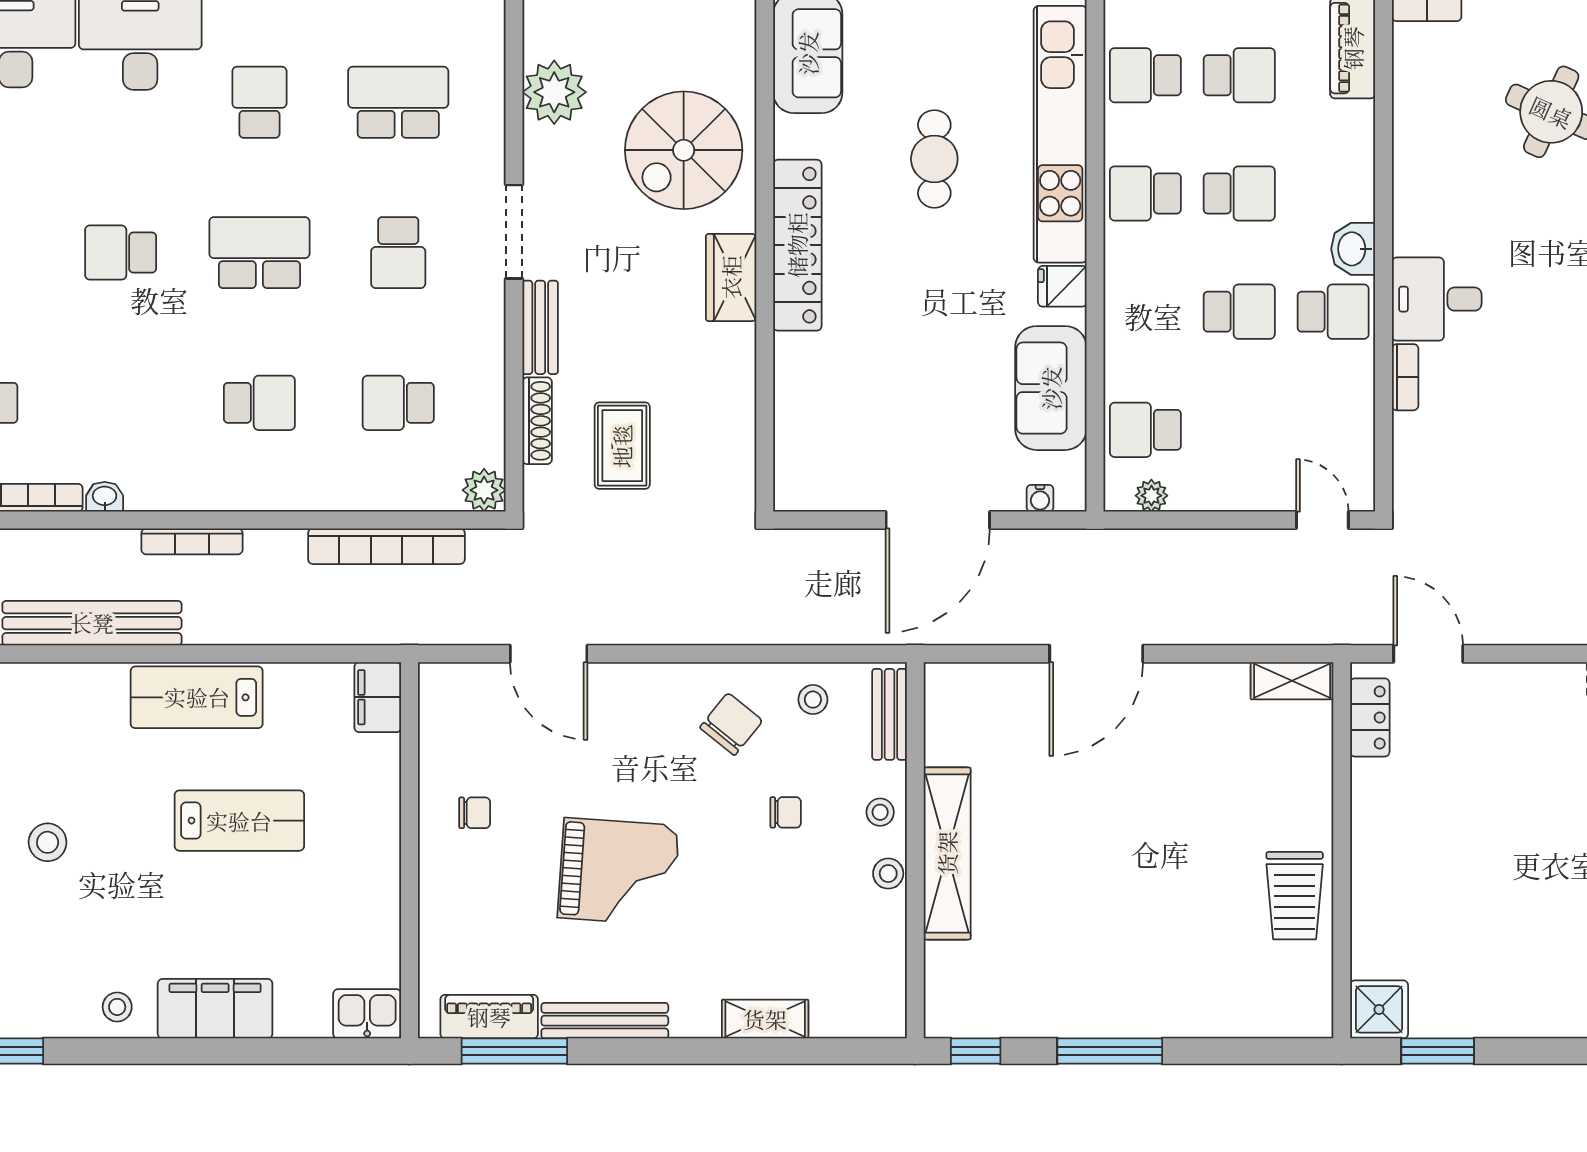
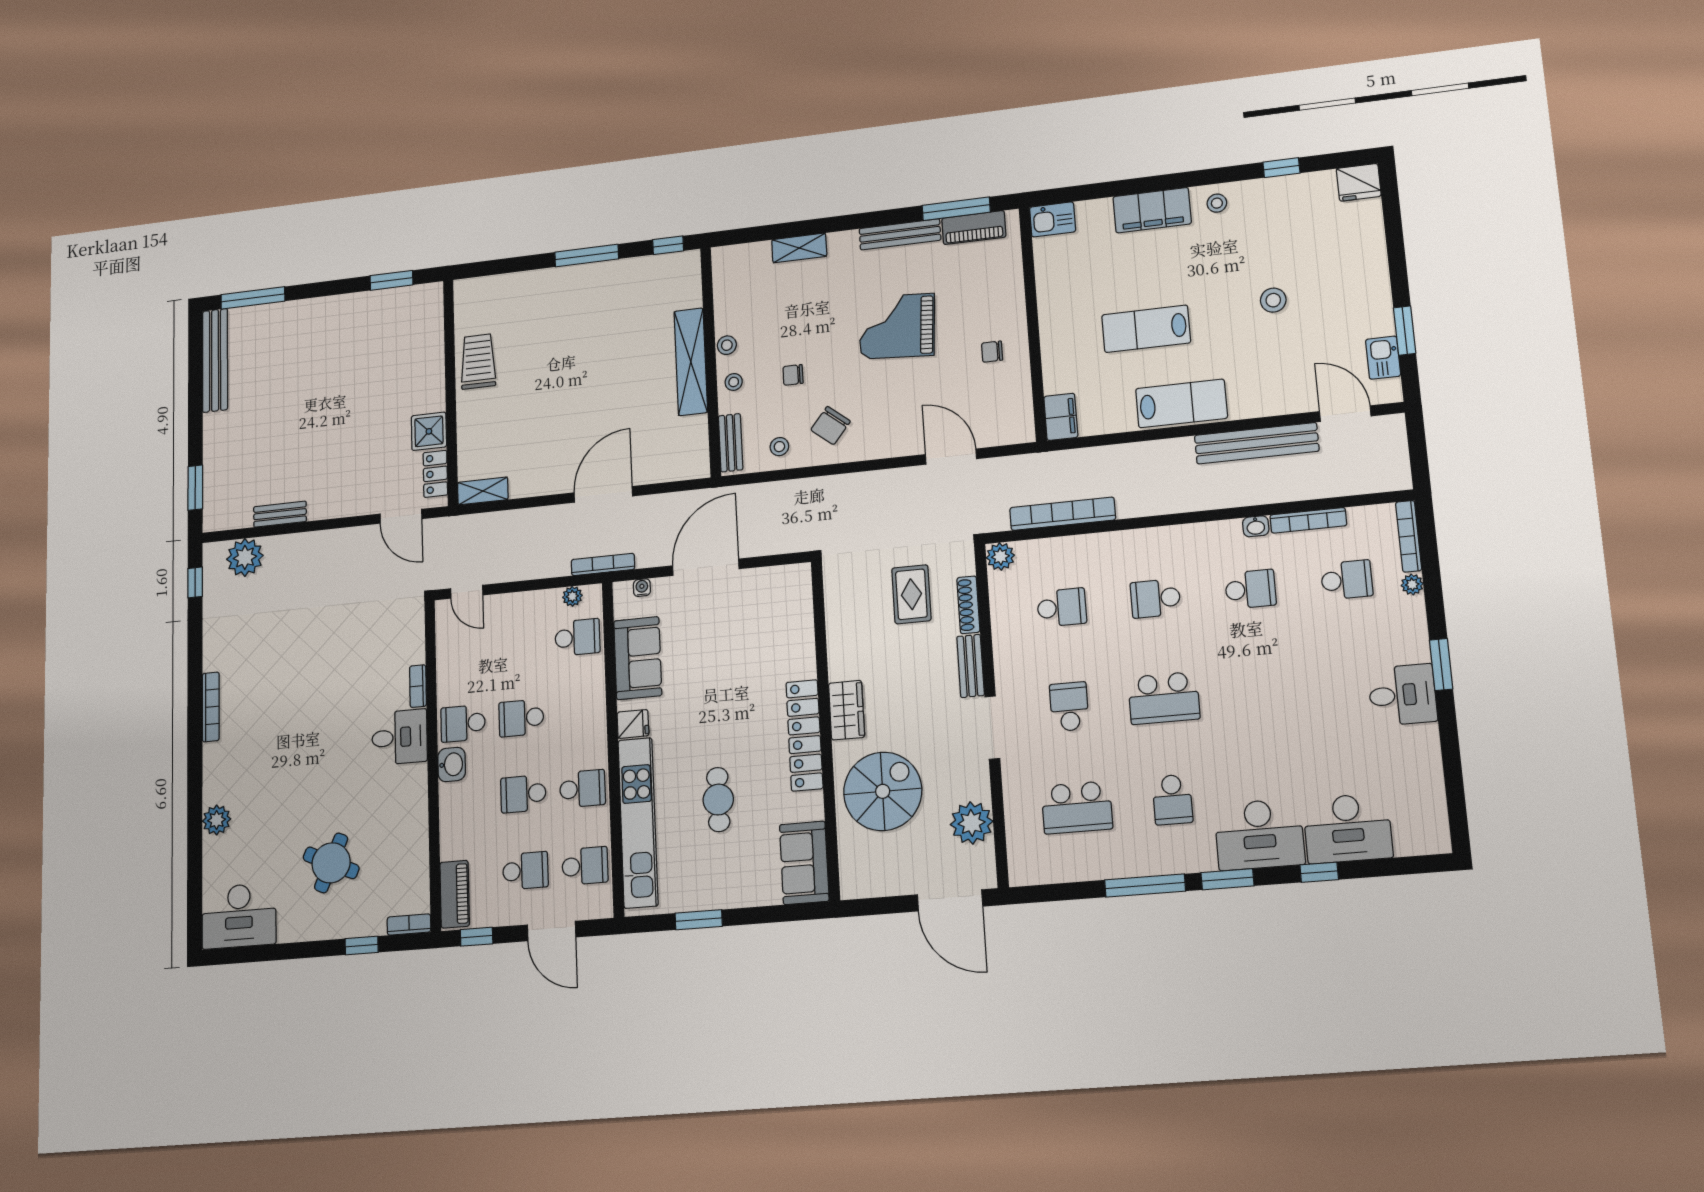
school desk: (1239, 75) -> (525, 871), turned 180
school desk: (121, 253) -> (1250, 589), moved
bookcase: (192, 541) -> (603, 564), moved
shower: (1379, 1009) -> (429, 431), moved

